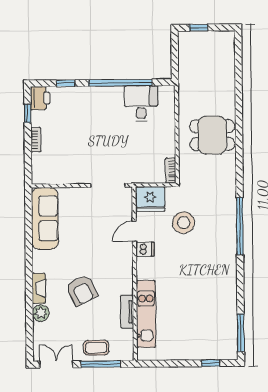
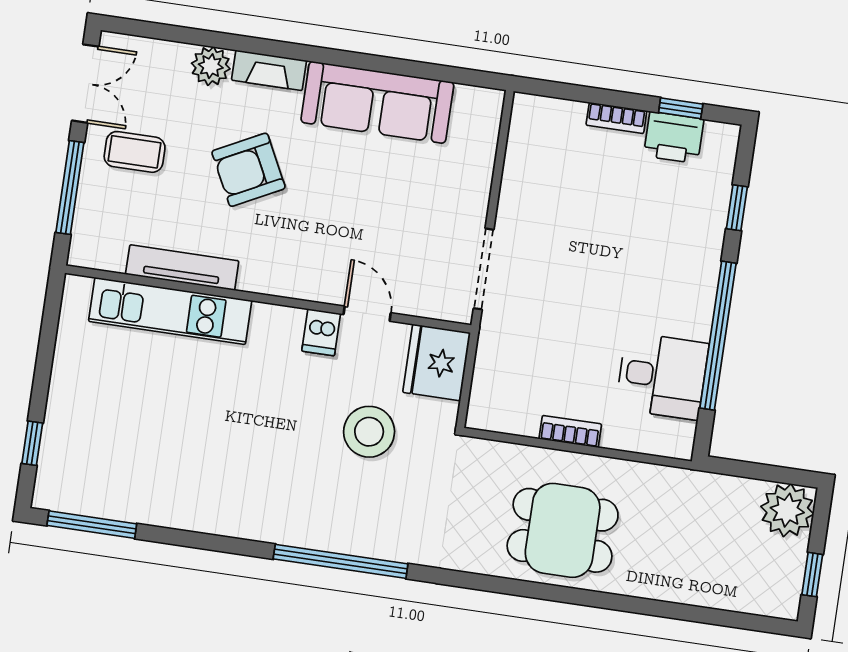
window: (199, 28) -> (812, 575), moved
plant: (189, 42) -> (787, 510), added
printer: (40, 98) -> (674, 137), moved
dining table: (212, 135) -> (563, 530), turned 90
bookcase: (171, 171) -> (570, 431), moved
sofa: (45, 218) -> (377, 102), moved
tv unit: (127, 312) -> (182, 268), width x1.41
coffee table: (96, 348) -> (135, 152), moved, turned 90

